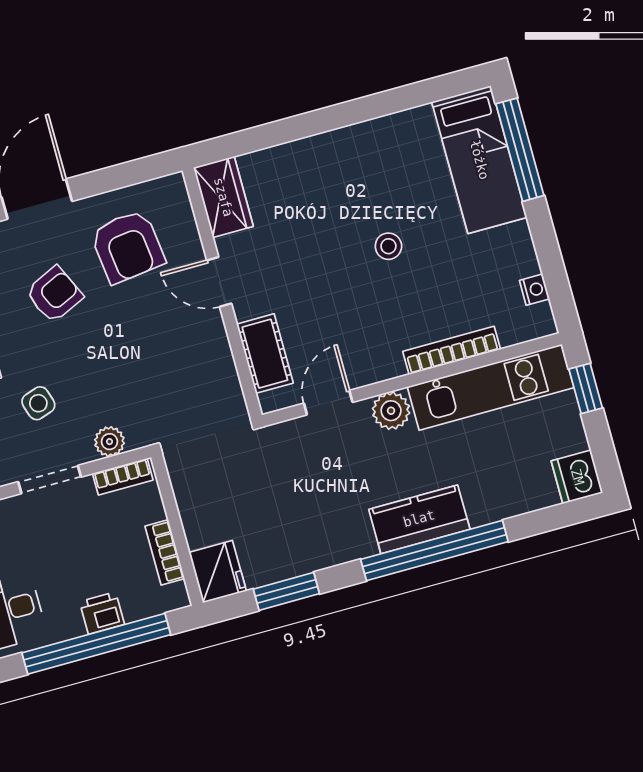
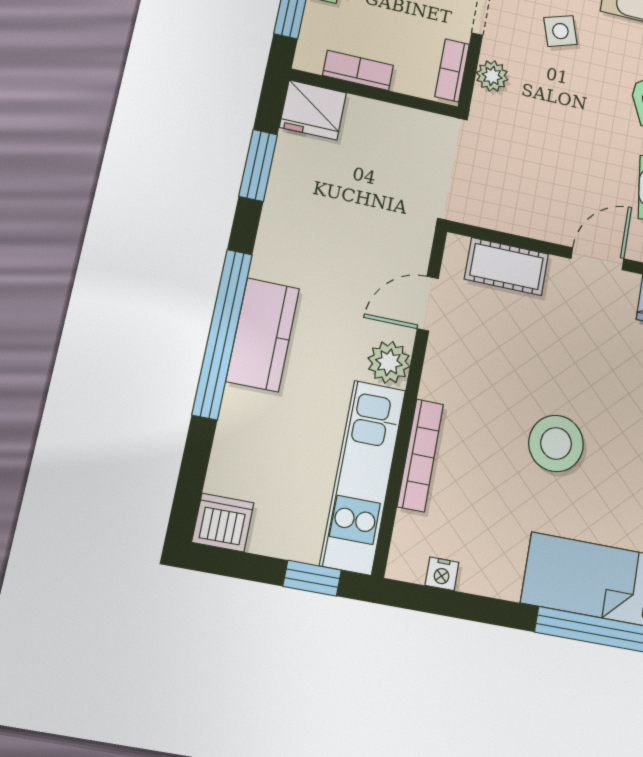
stool: (388, 246) -> (556, 443), width x1.89, depth x1.89
door: (328, 403) -> (428, 304), swing flipped

